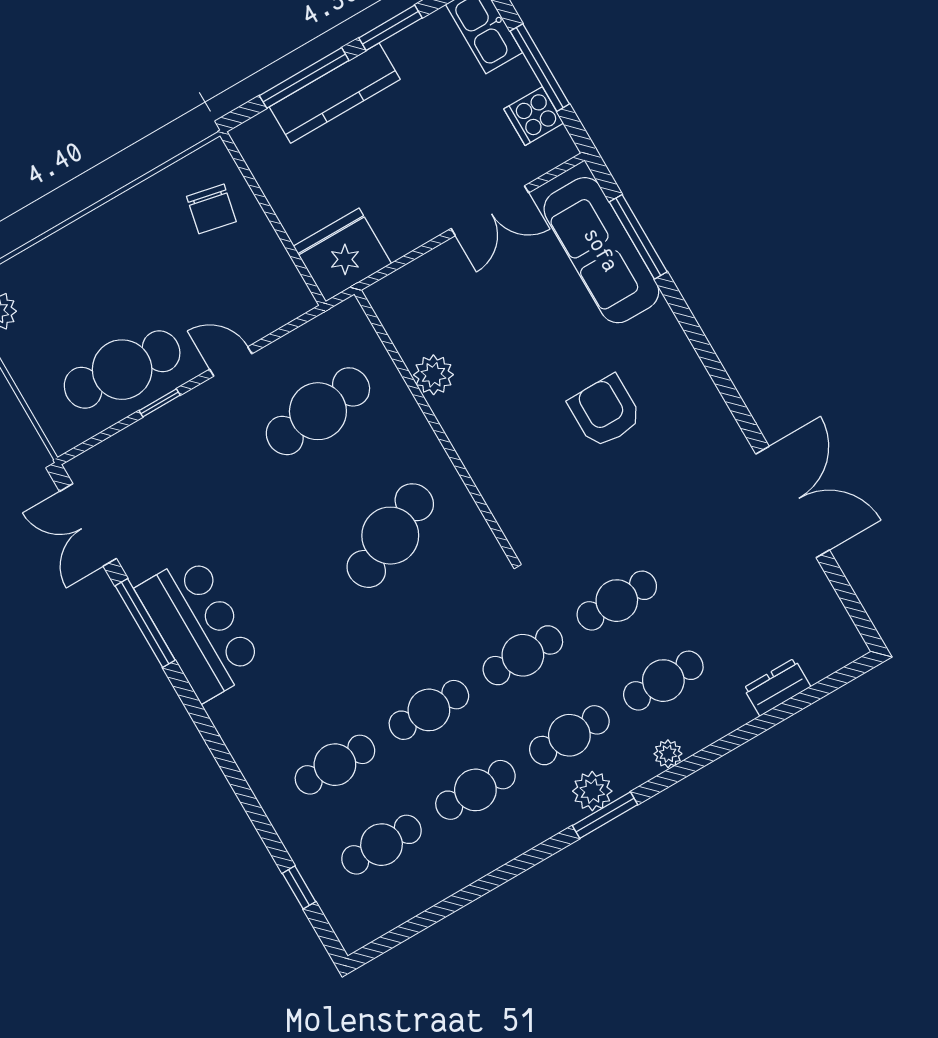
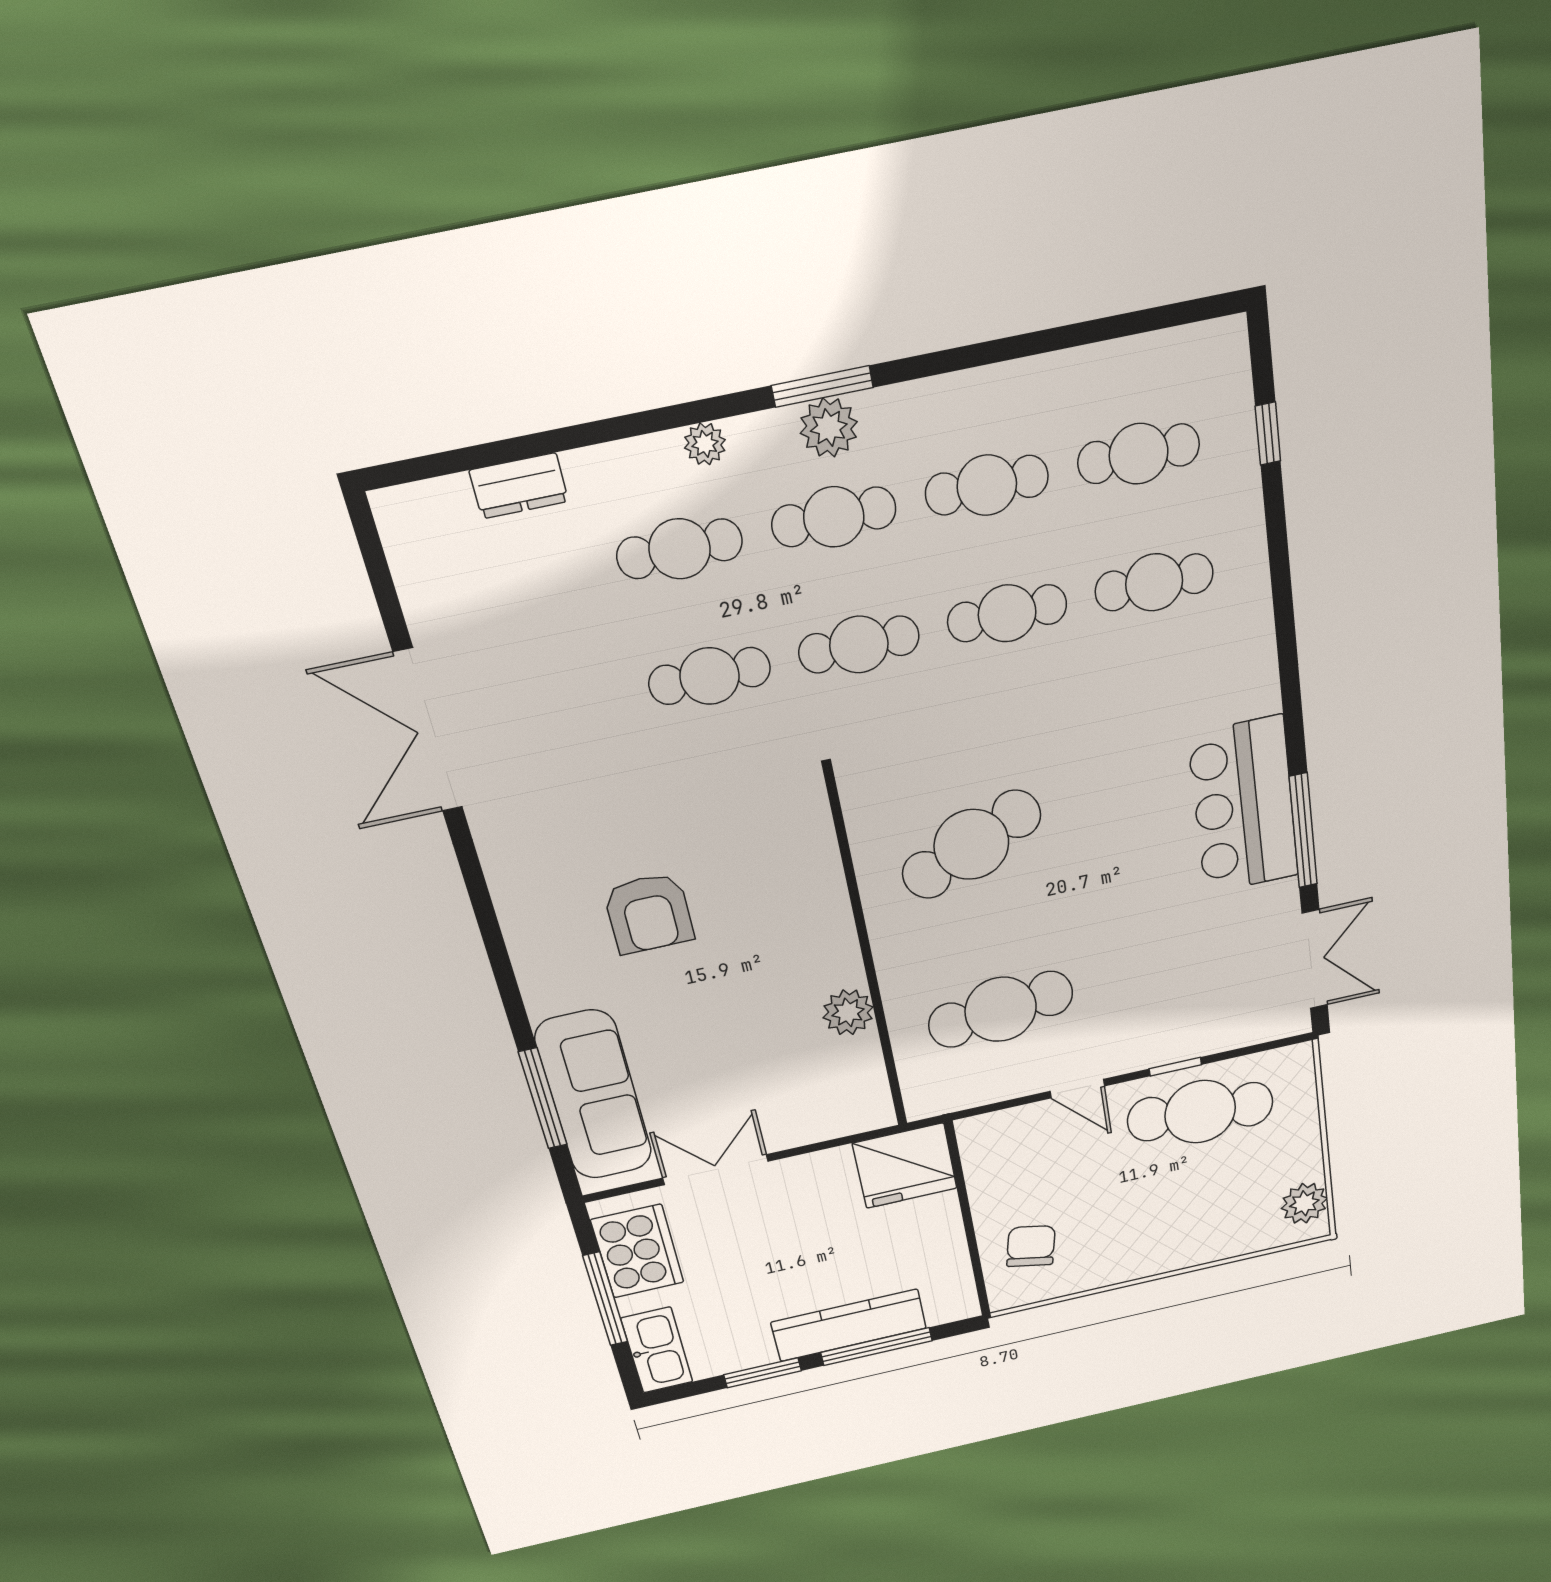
cooker: (534, 116) -> (637, 1251), width x1.87, depth x1.31

